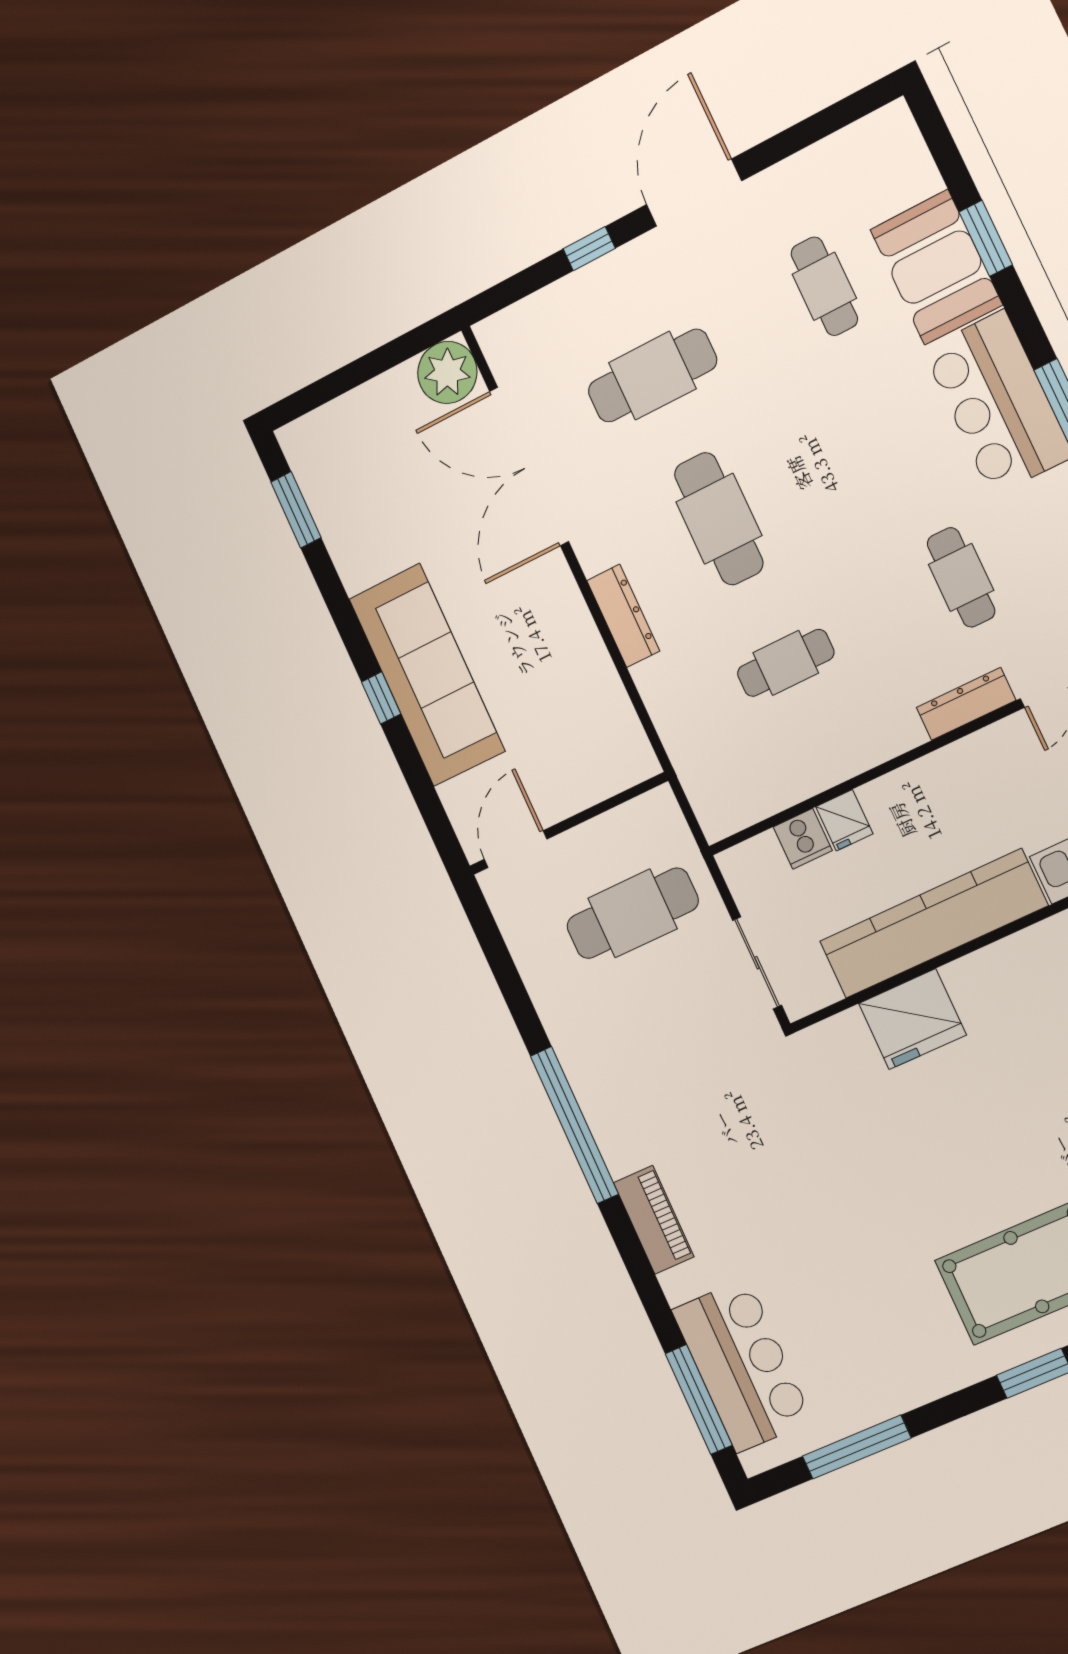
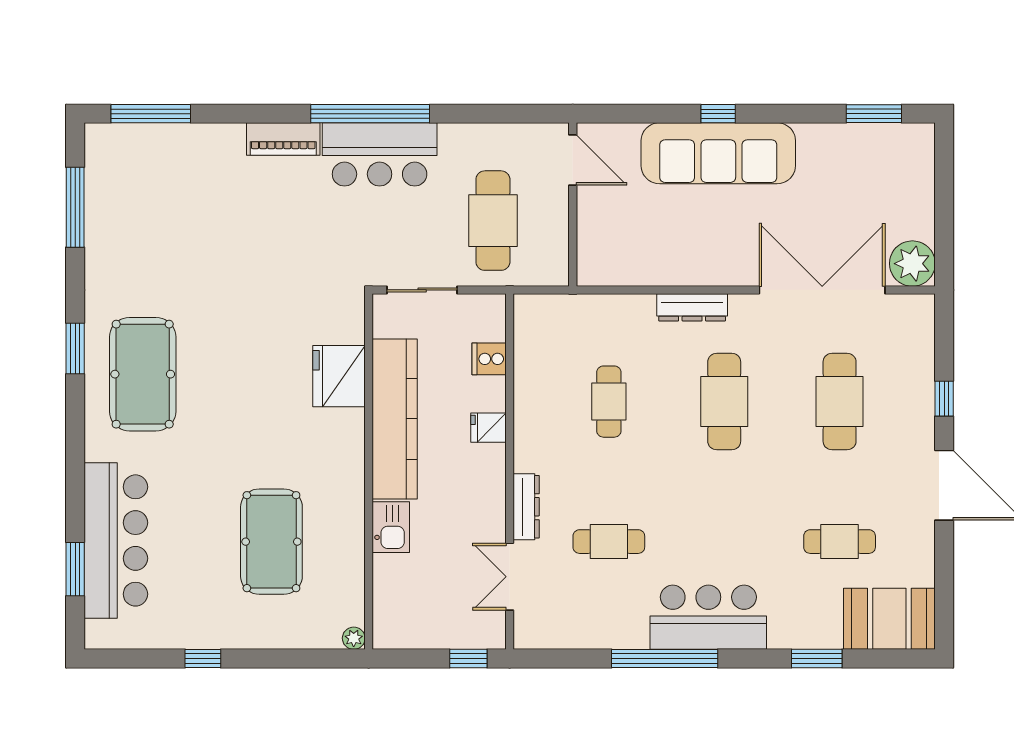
booth: (936, 267) -> (889, 619), moved
cafe table: (719, 519) -> (724, 402), turned 90
fridge: (844, 820) -> (488, 428), moved
bar counter: (742, 1365) -> (380, 154), moved

